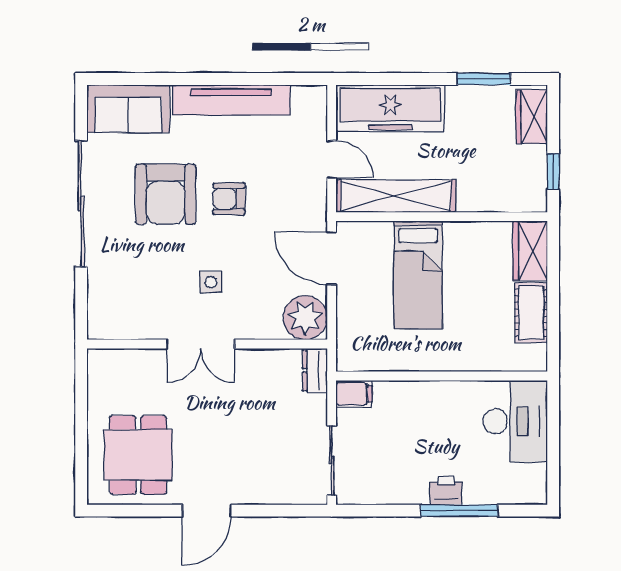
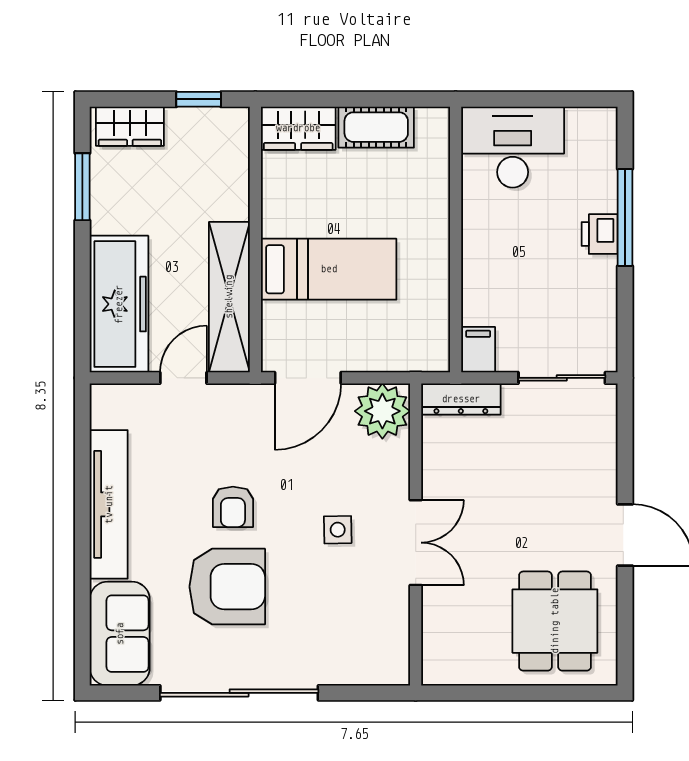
dresser: (315, 370) -> (461, 399), width x1.44
dining table: (138, 455) -> (555, 621), turned 90

